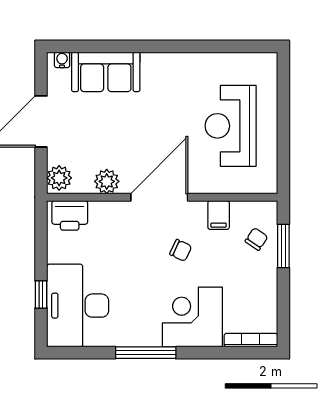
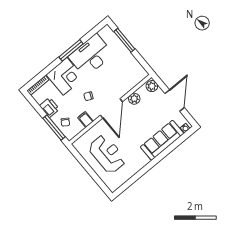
sofa: (106, 72) -> (162, 140), width x1.36
printer: (70, 215) -> (49, 107), moved, turned 90
window: (283, 246) -> (54, 127), width x1.44
window: (41, 294) -> (124, 40), width x2.17
desk: (78, 306) -> (91, 55), moved, turned -90

